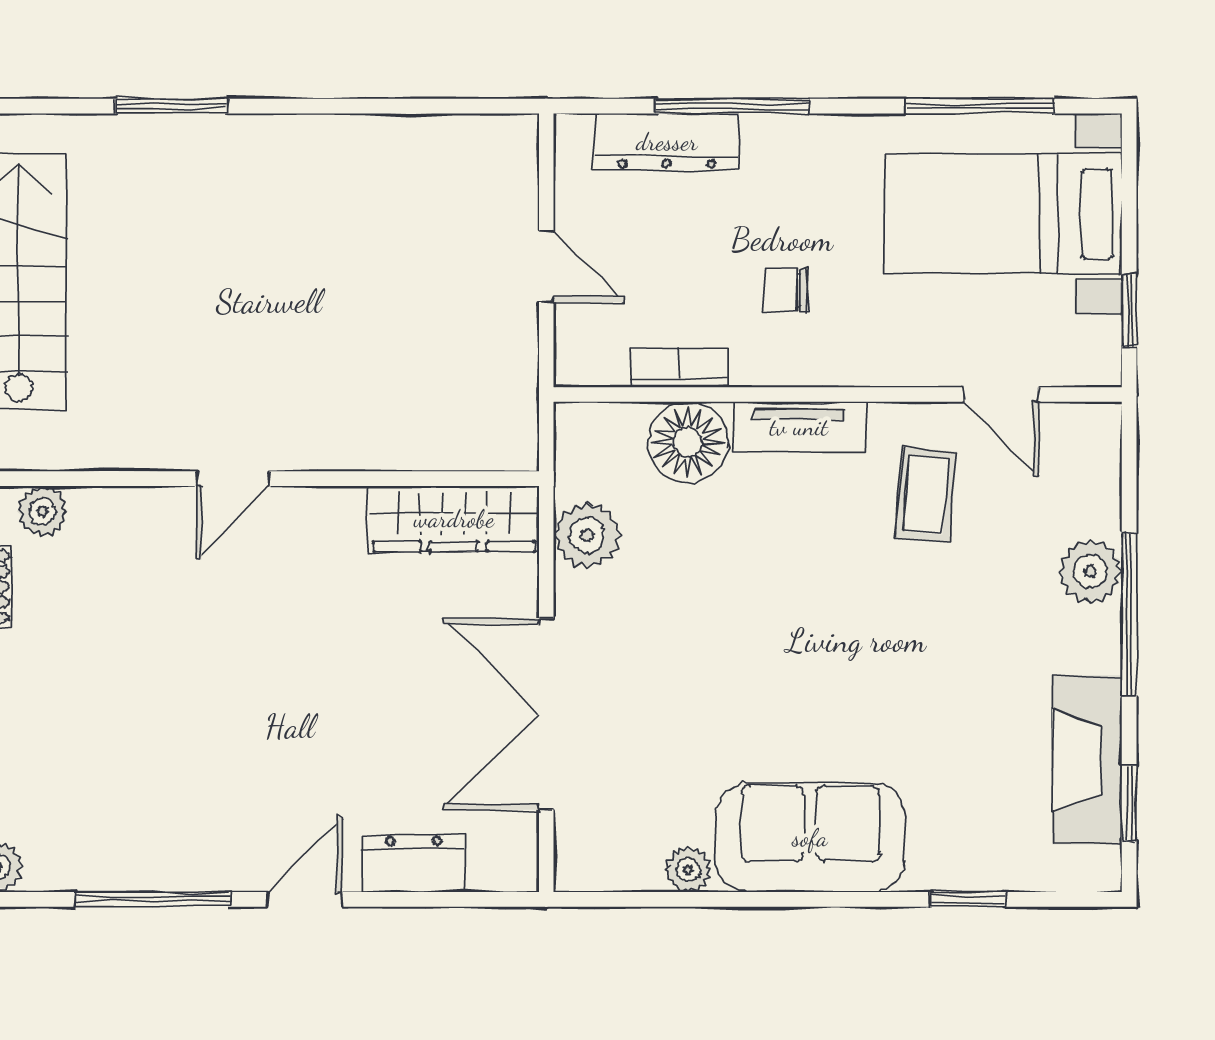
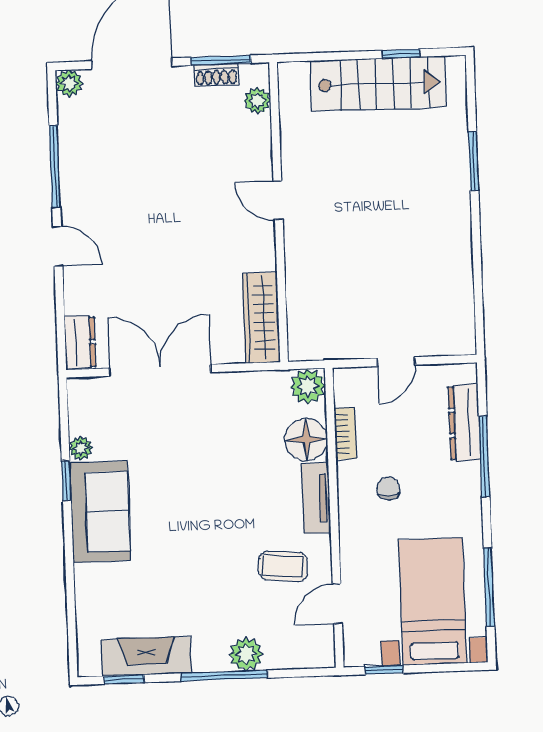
plant: (587, 535) -> (308, 386), moved
dresser: (414, 863) -> (80, 342), moved
window: (968, 899) -> (66, 481), moved

